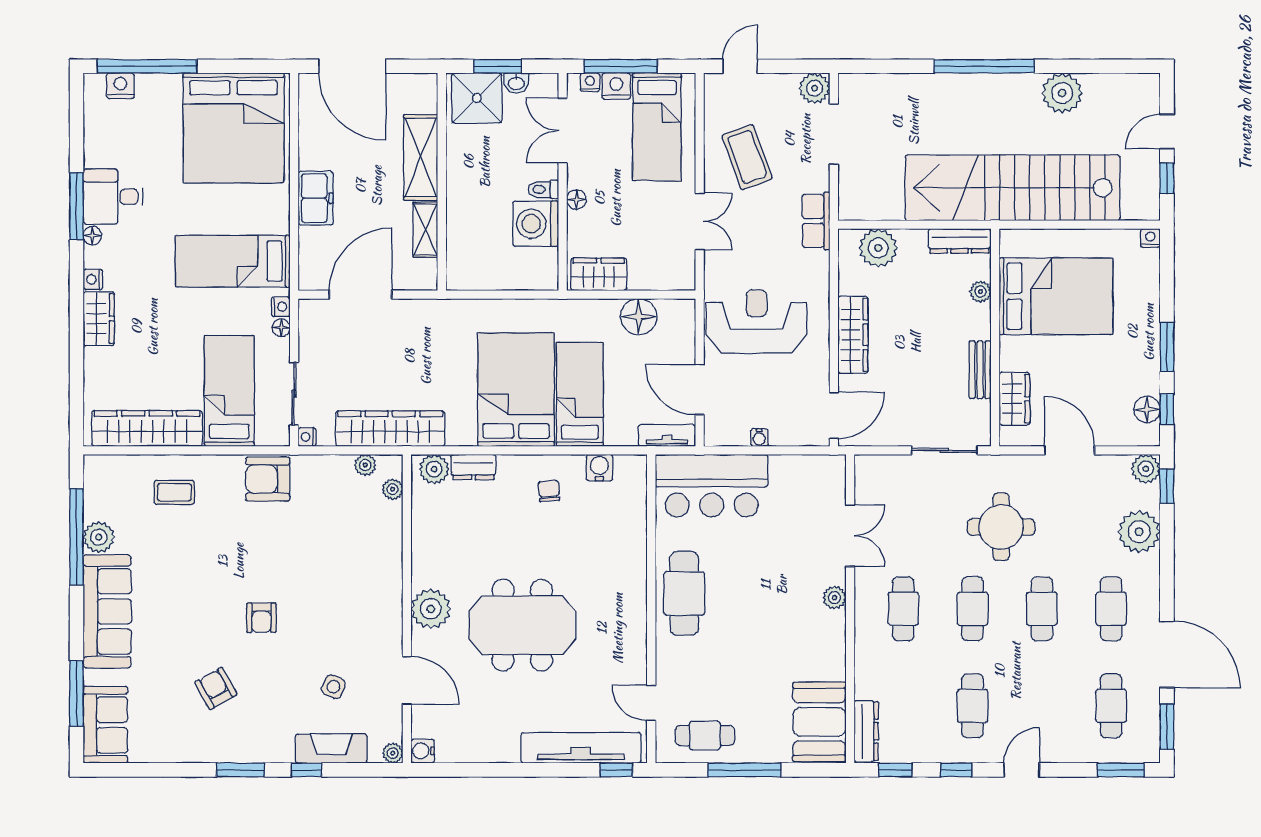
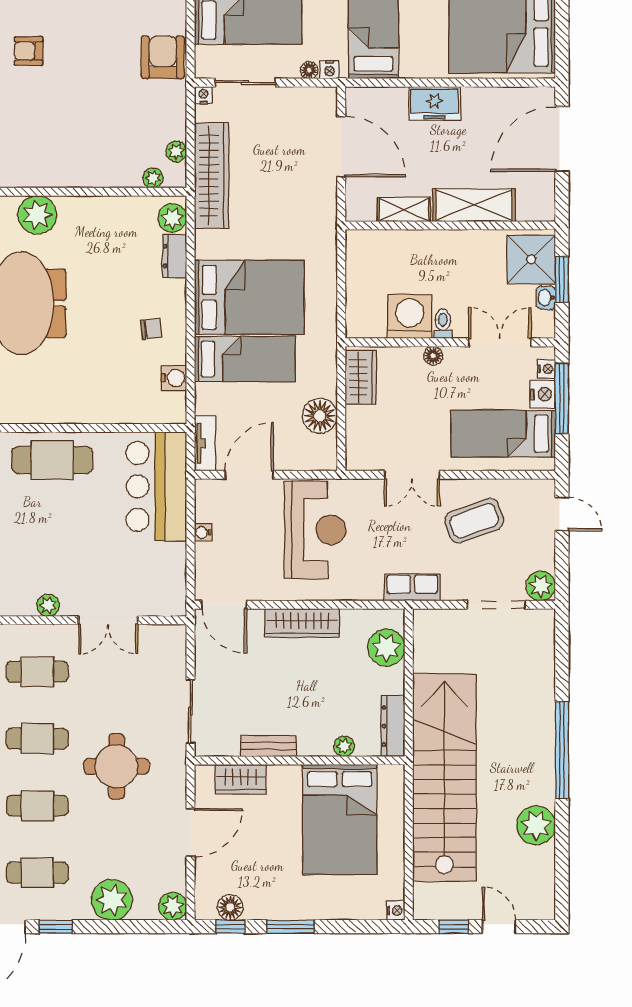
window: (1167, 486) -> (56, 927), moved

